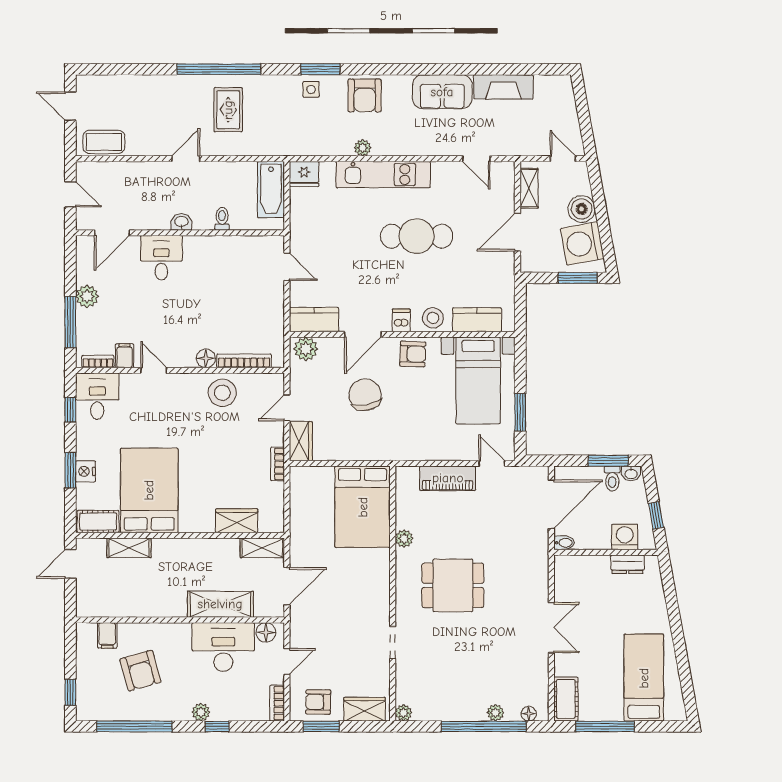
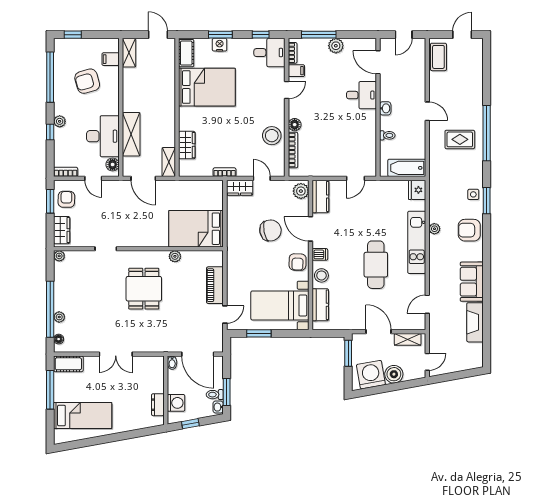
window: (578, 278) -> (348, 353), moved
shelving: (129, 548) -> (129, 53), moved

